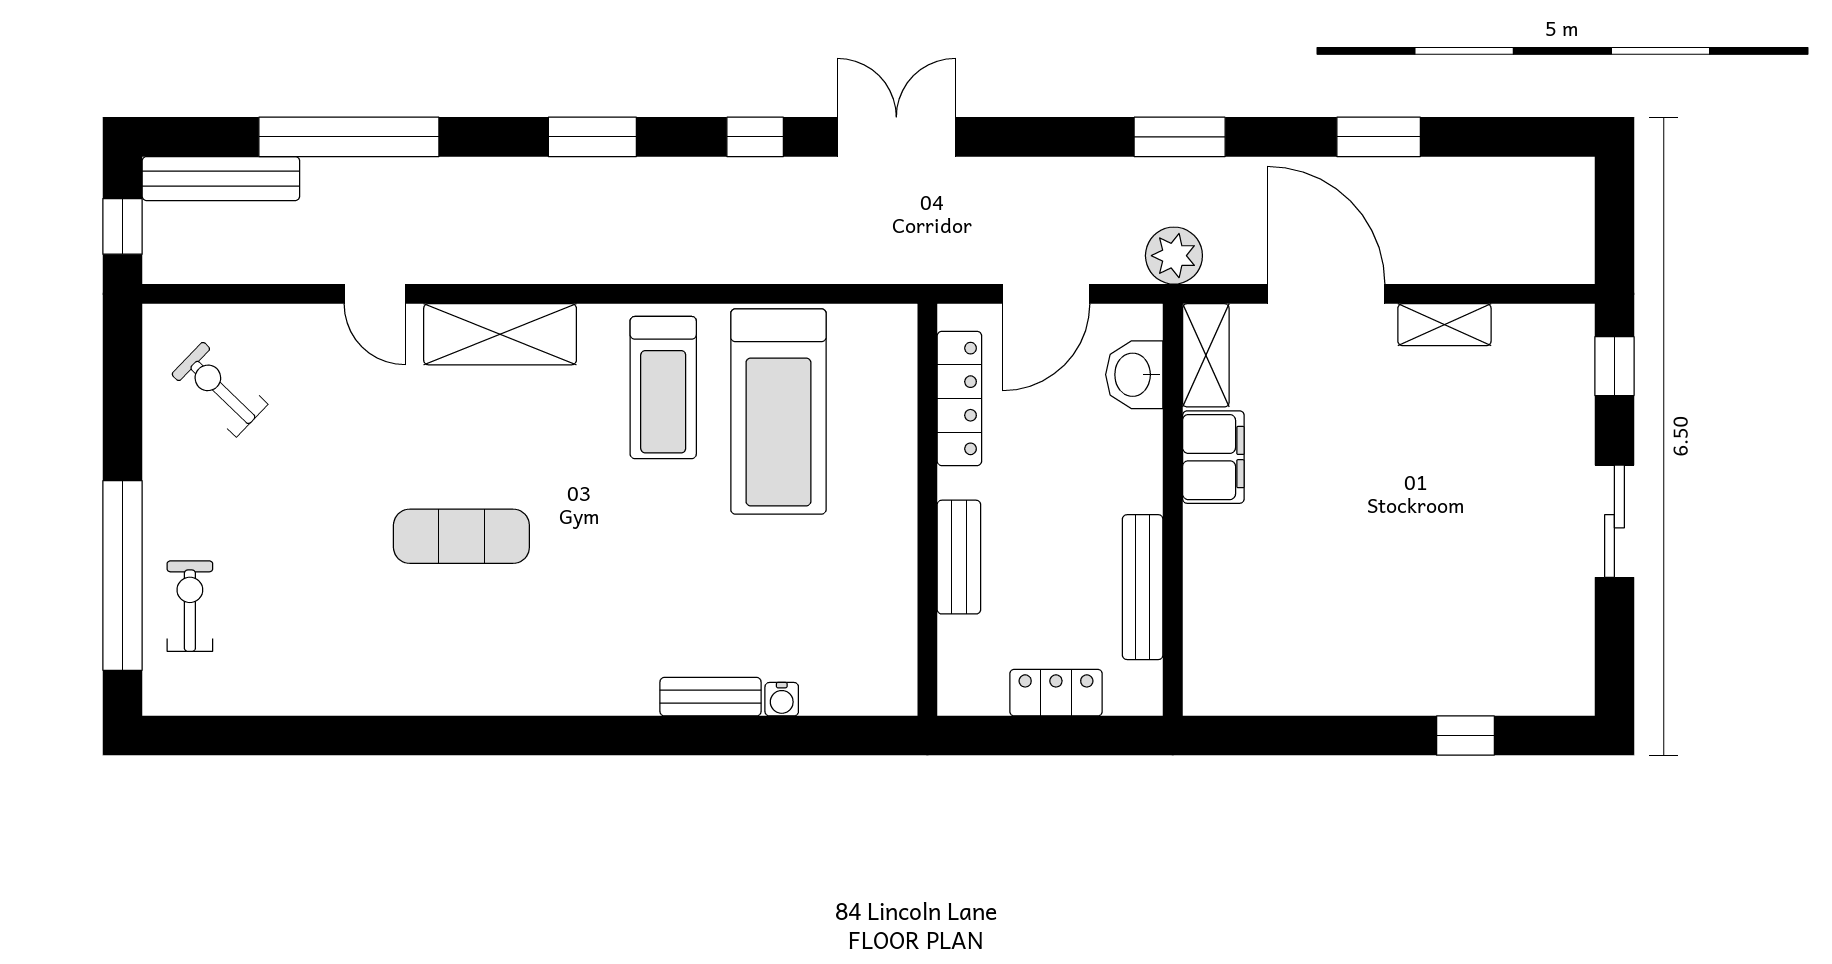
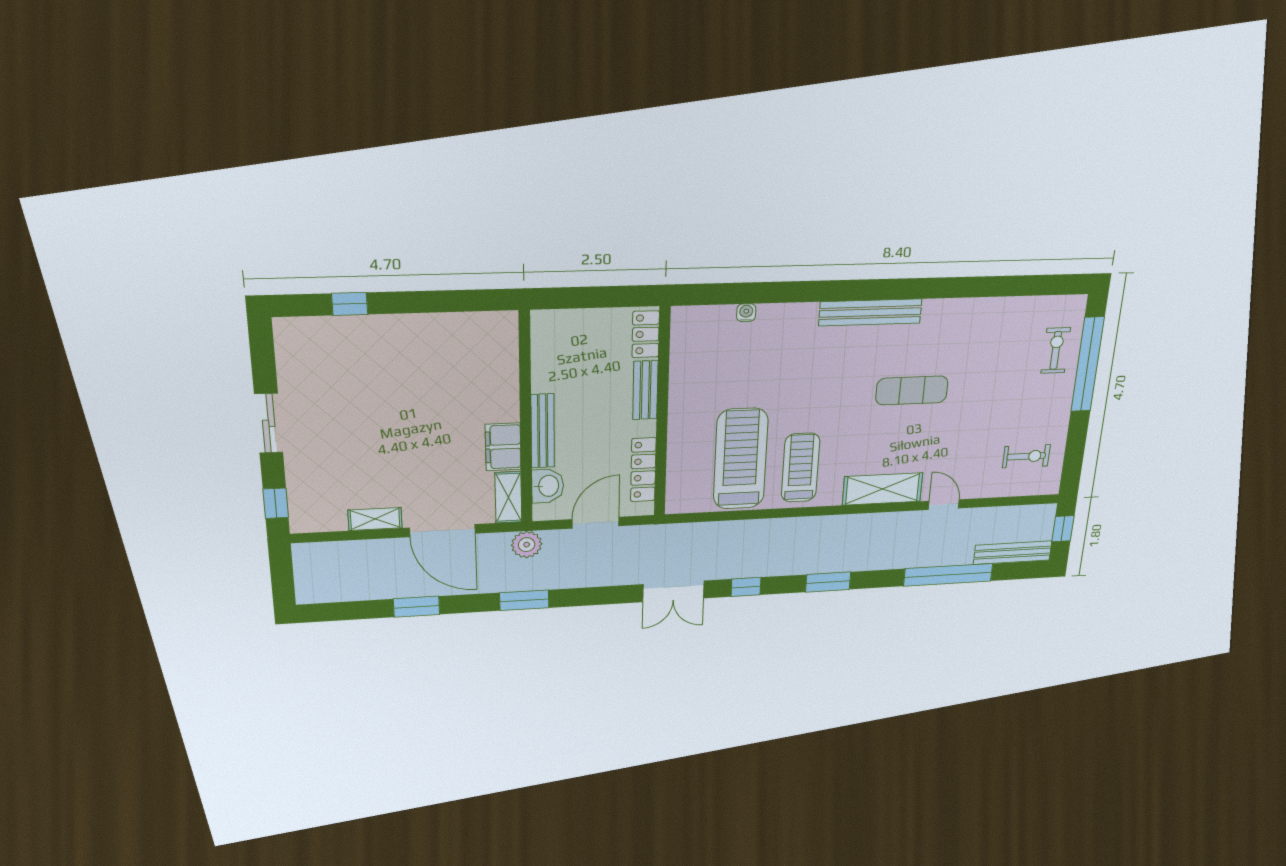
exercise bike: (220, 389) -> (1026, 456), turned -44
bench: (1143, 587) -> (543, 431), moved
exercise bike: (190, 606) -> (1056, 350), turned 180
locker: (1056, 693) -> (646, 334), moved, turned 90
bench: (710, 697) -> (870, 312), moved, width x1.86, depth x1.21

